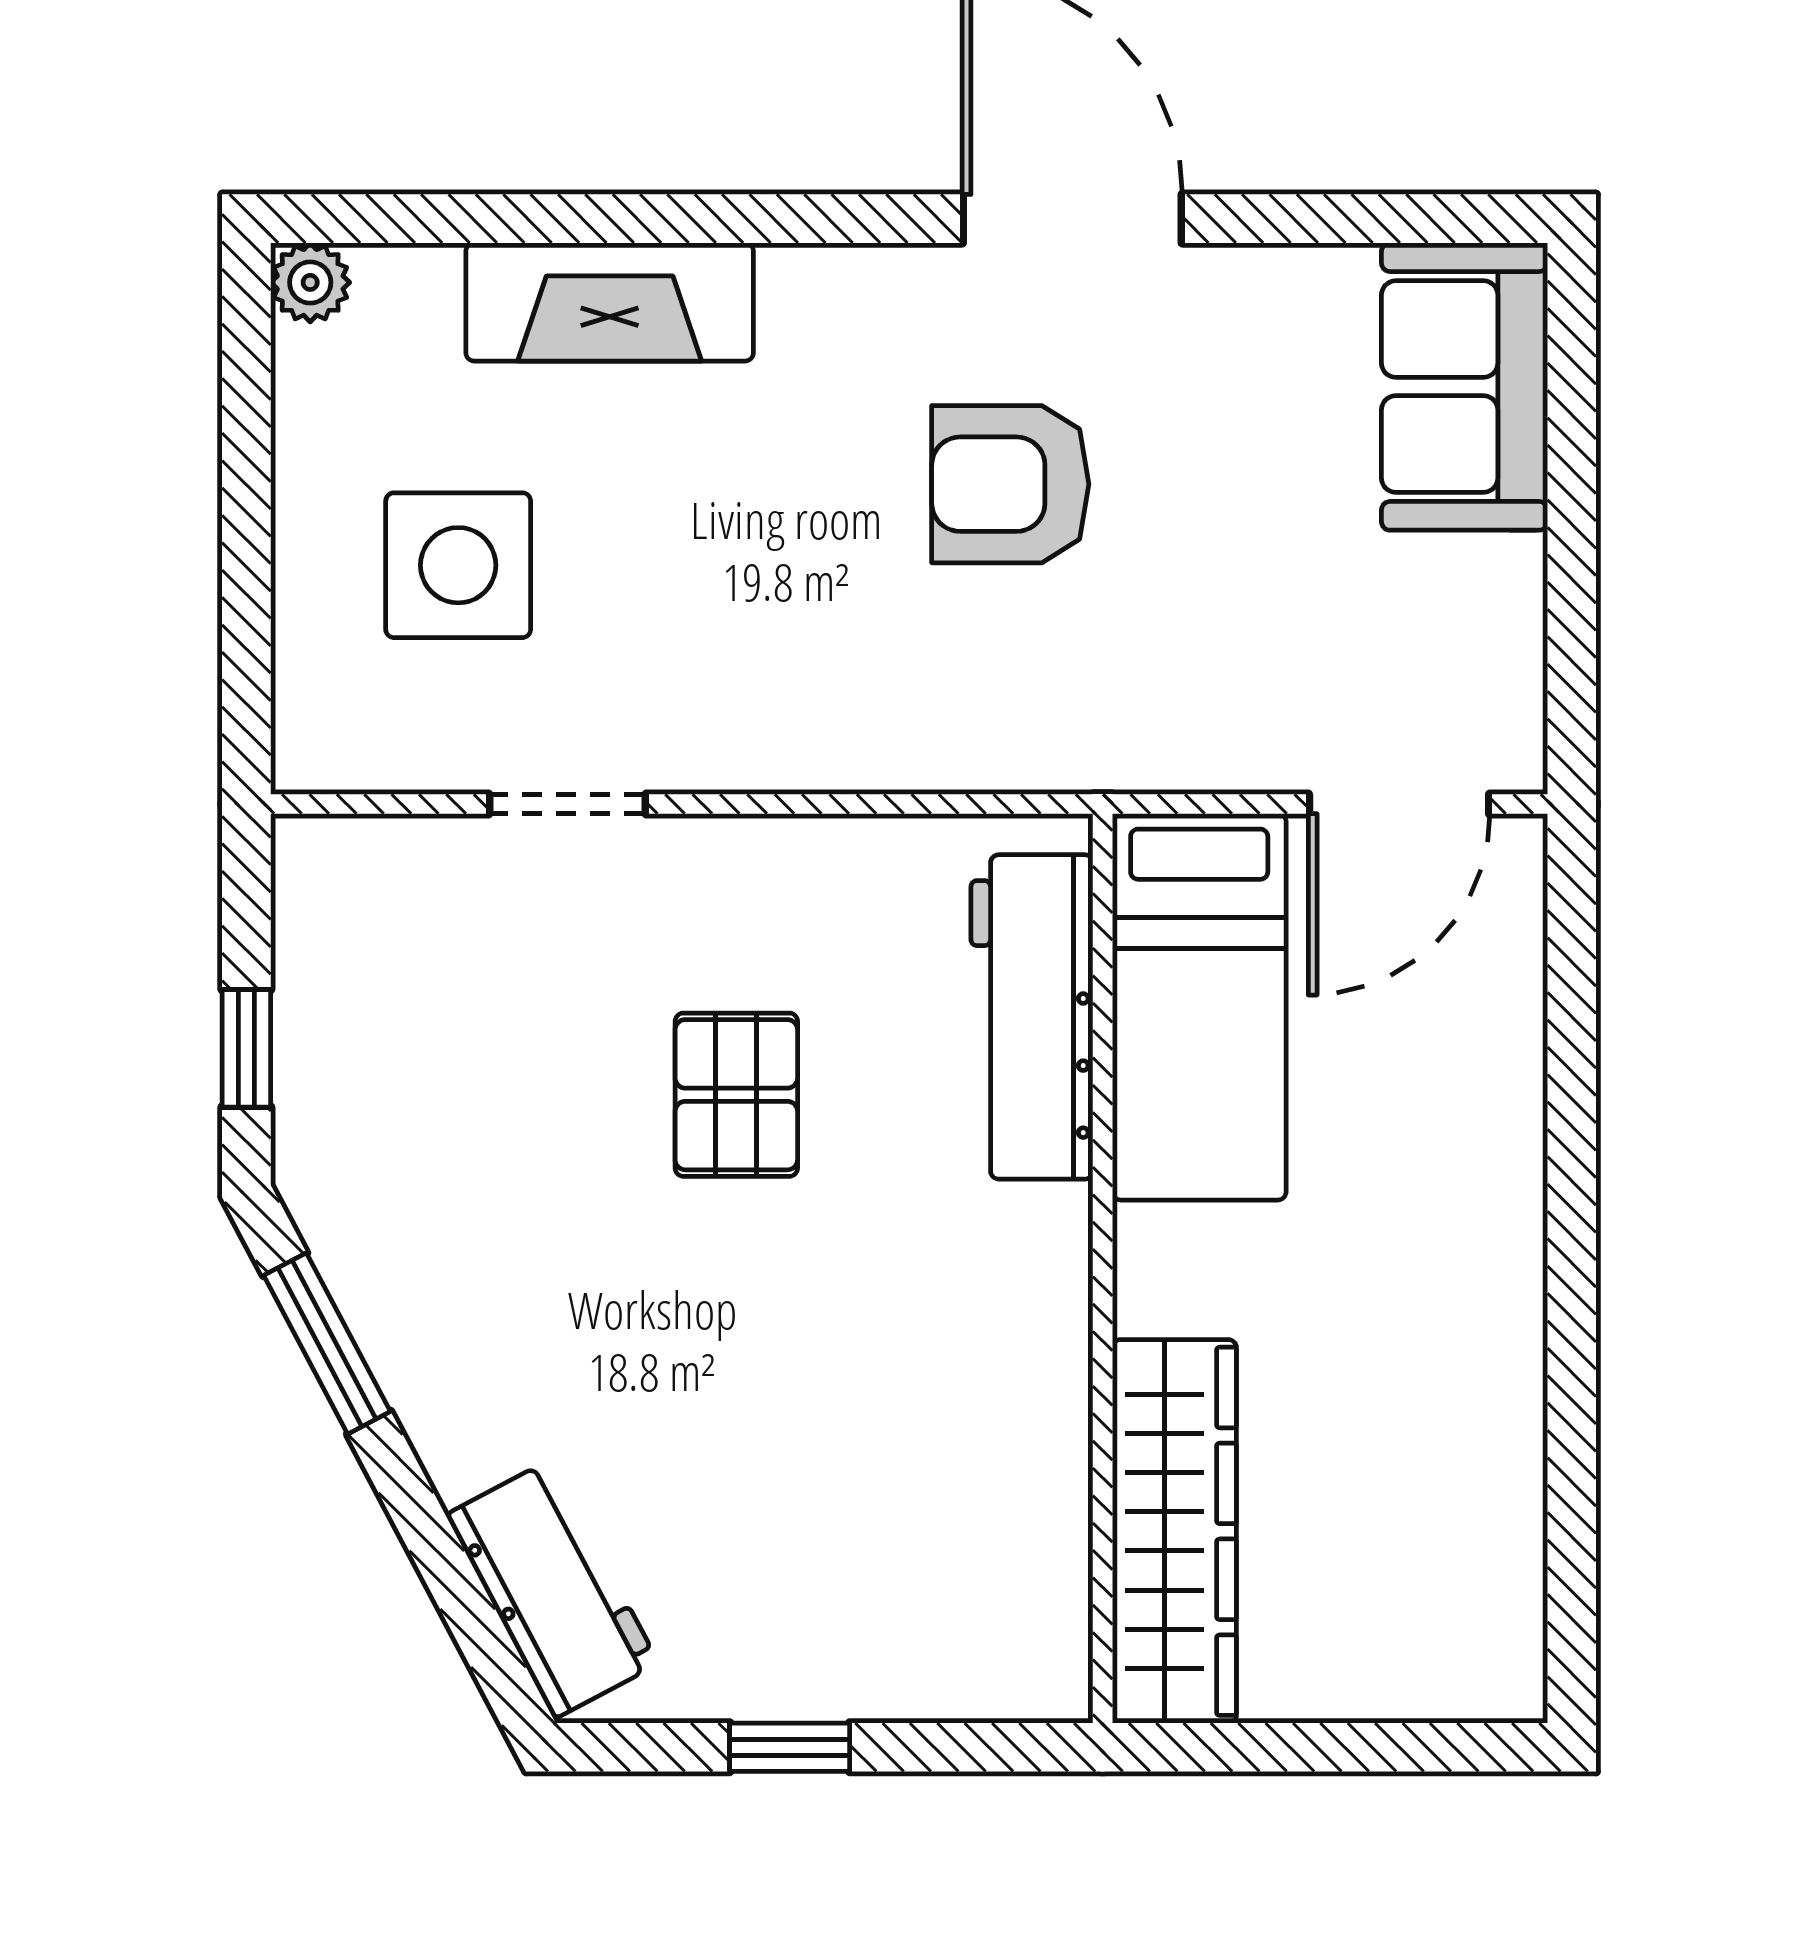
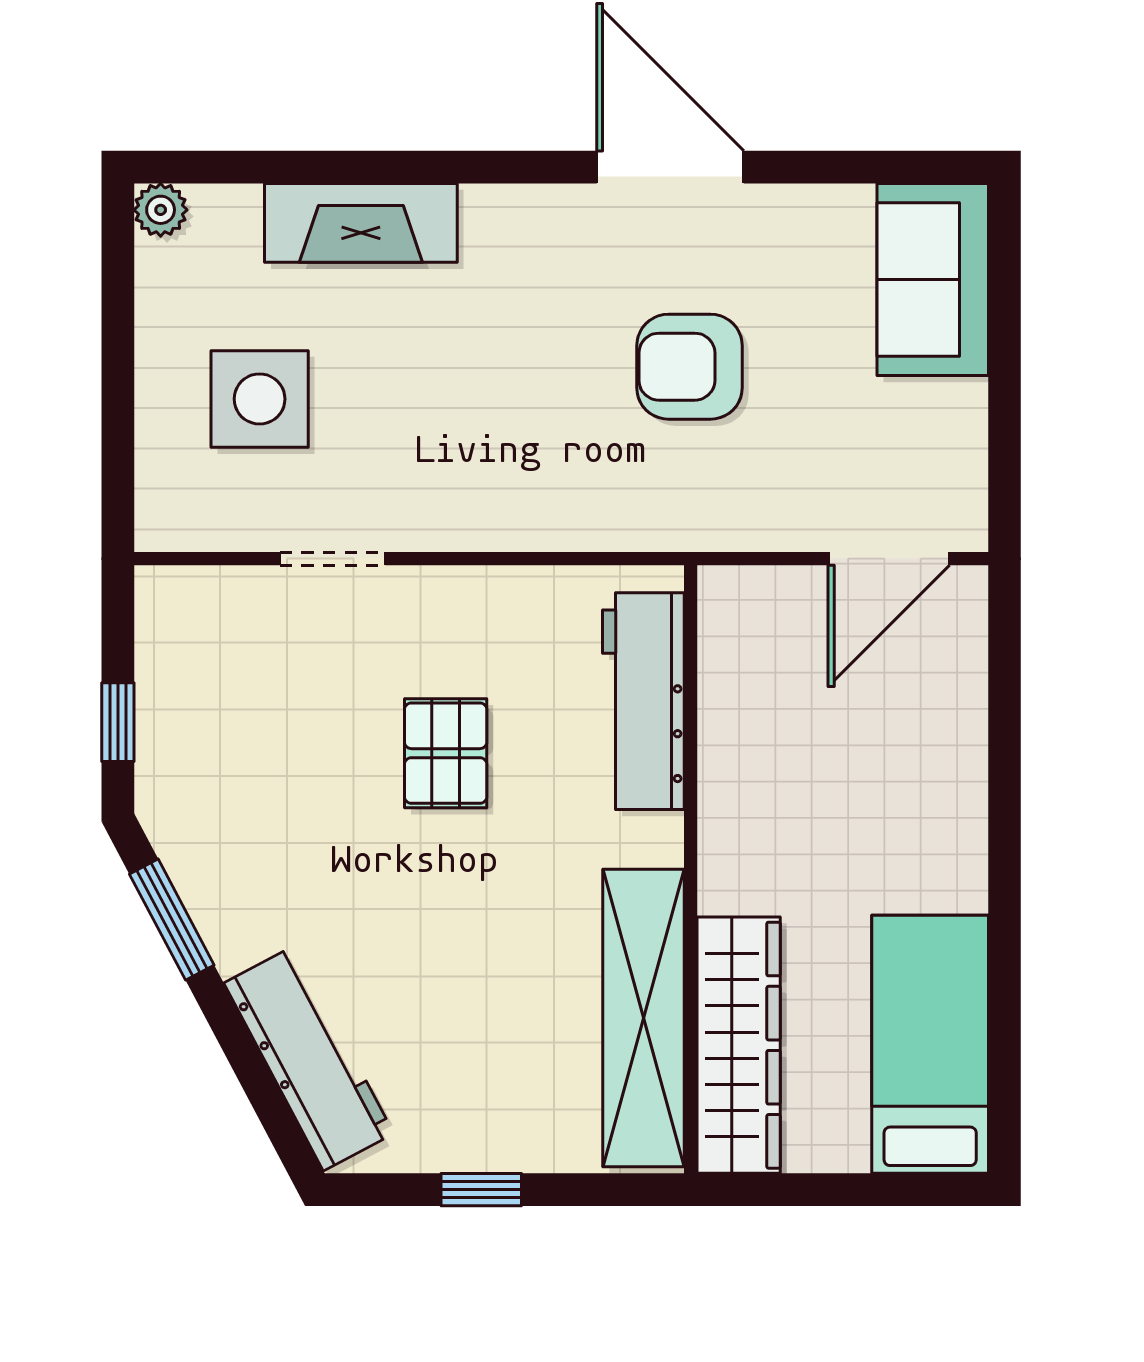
armchair: (1010, 484) -> (690, 367), moved
bed: (1199, 1007) -> (930, 1044), moved, turned 180
shelving: (1032, 1491) -> (644, 1018), added
workbench: (552, 1589) -> (309, 1058), width x1.38

